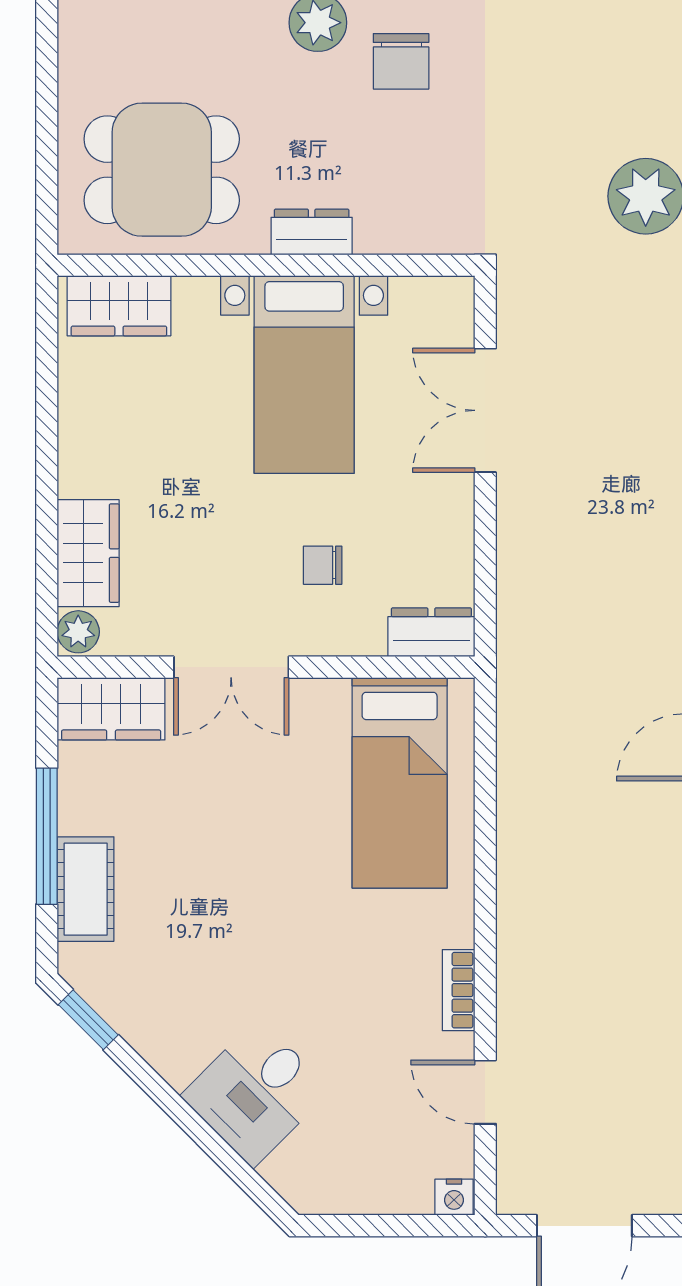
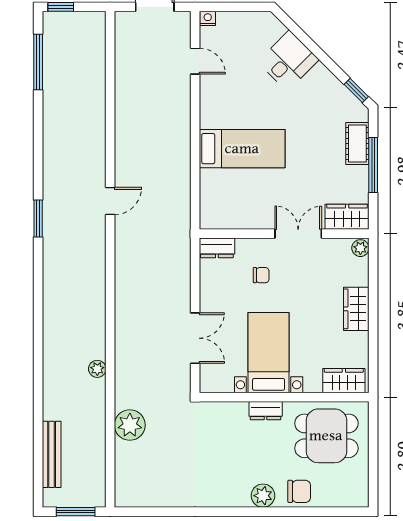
chair: (401, 61) -> (299, 491), moved, turned 90
wardrobe: (88, 553) -> (356, 309), moved
bed: (400, 783) -> (242, 149), moved, turned 90
bookcase: (459, 990) -> (206, 102), removed

